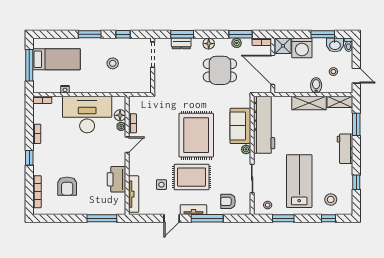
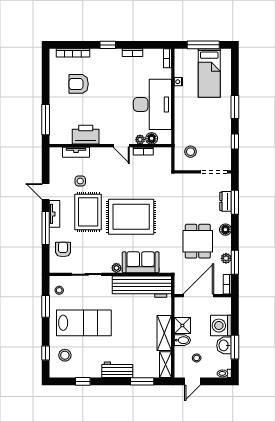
washbasin: (335, 45) -> (224, 345), moved
shower: (283, 46) -> (182, 326), moved
stool: (113, 63) -> (191, 152), moved
tv unit: (134, 194) -> (76, 152), width x0.71

